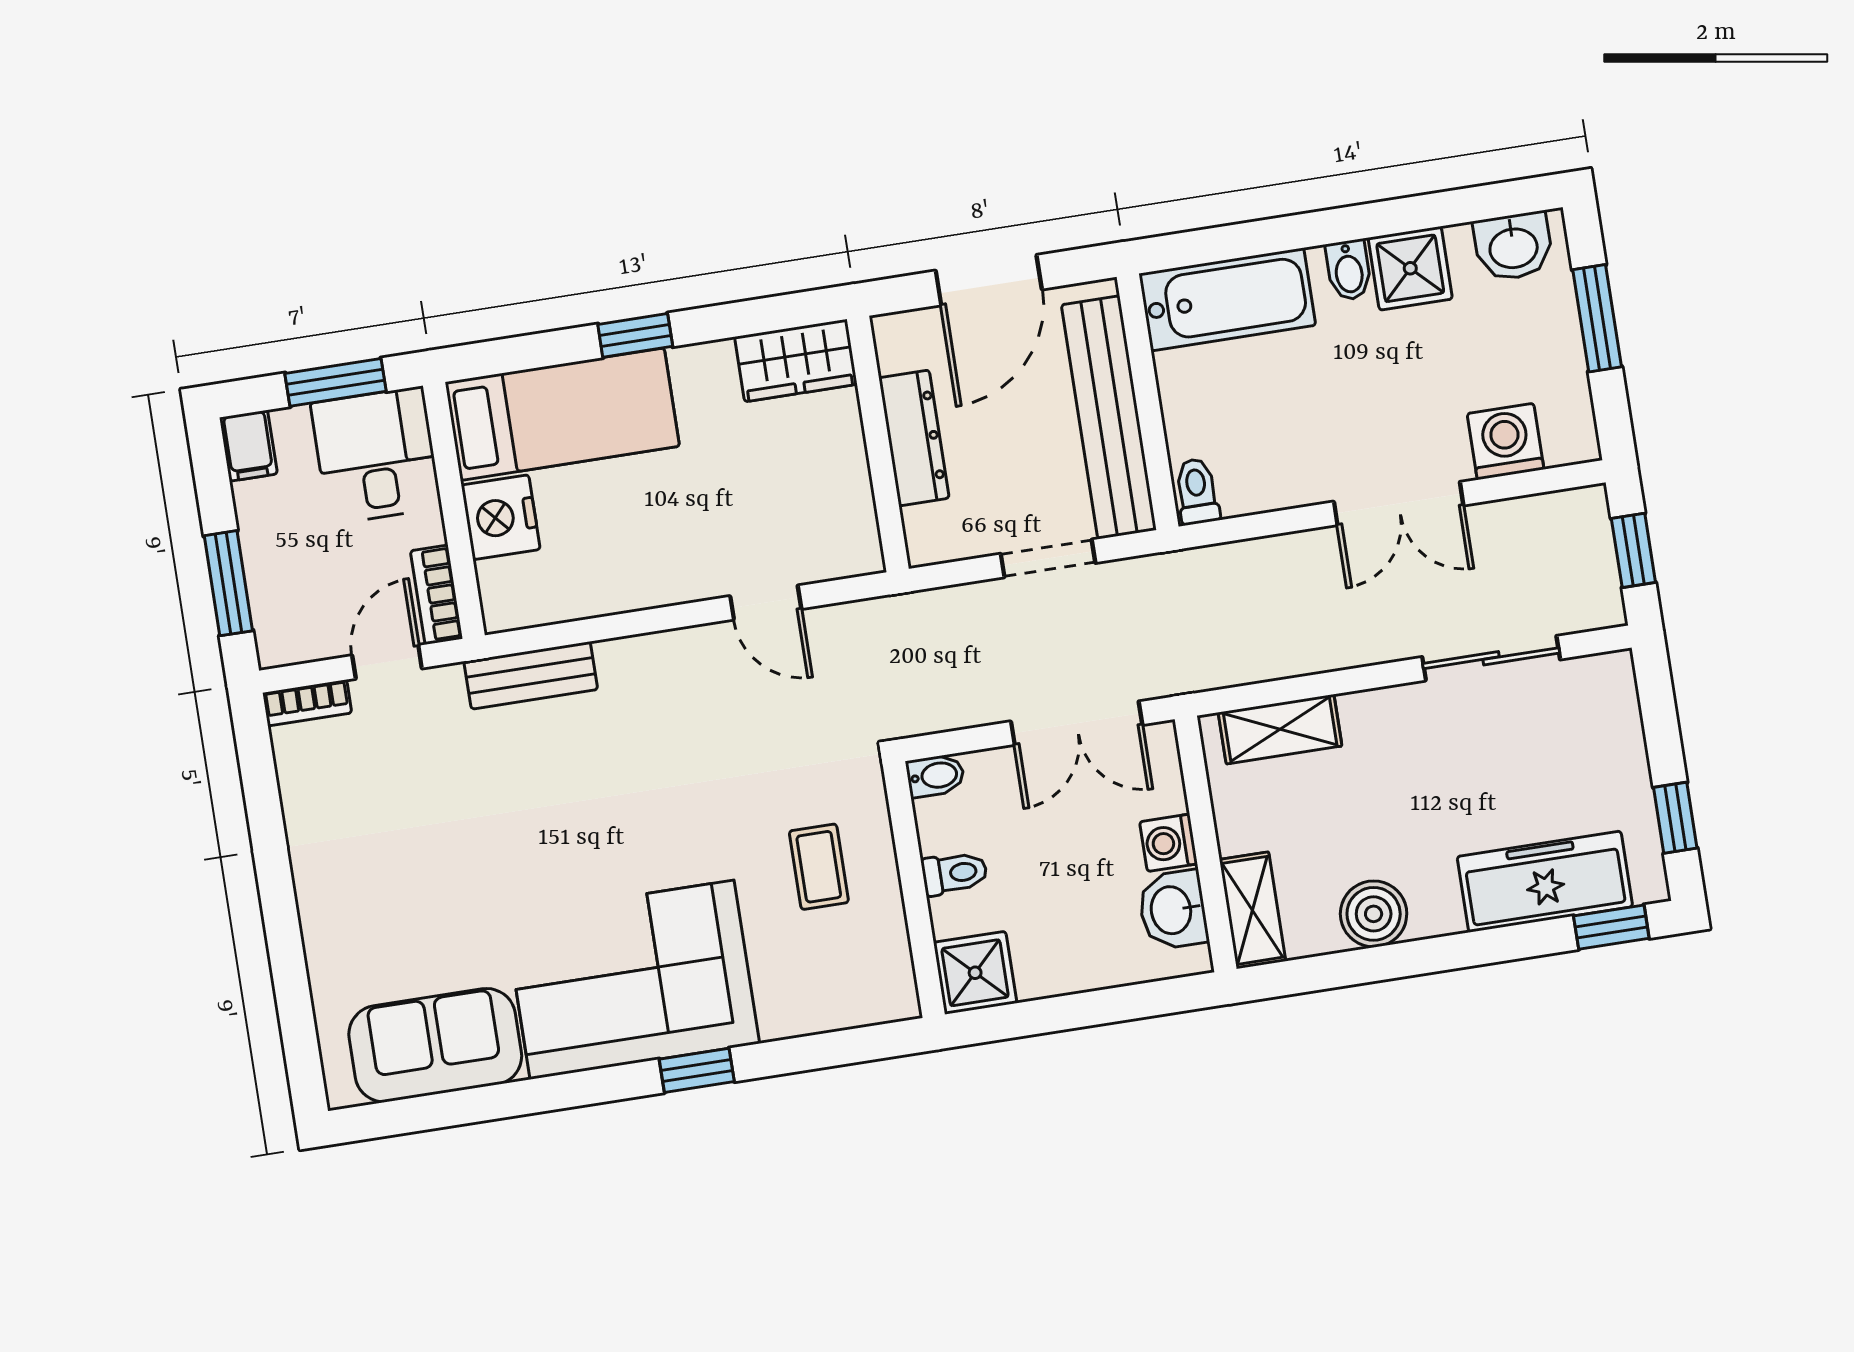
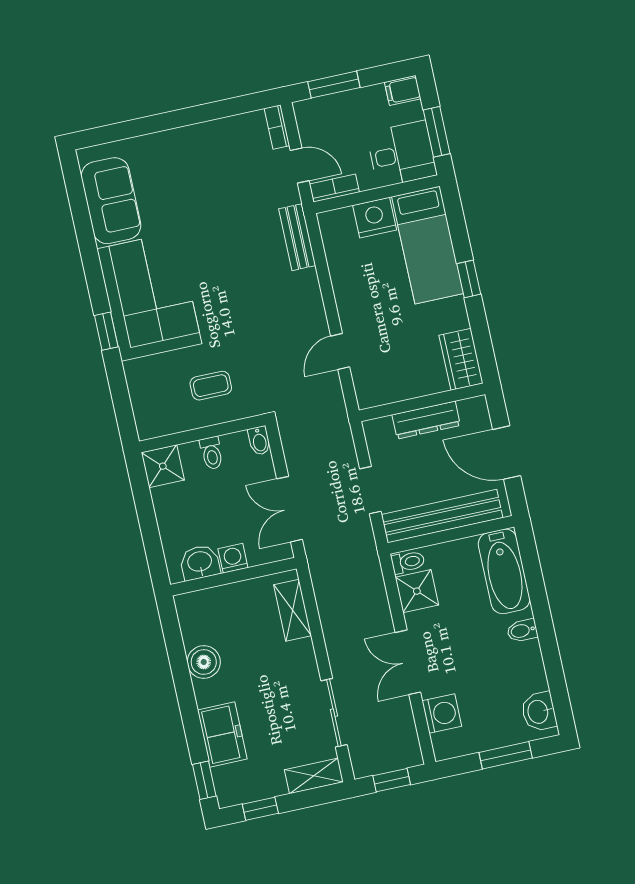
shower: (1410, 268) -> (417, 591), moved
freezer: (1545, 882) -> (222, 734), width x0.71
shelving: (1252, 910) -> (314, 776), moved

